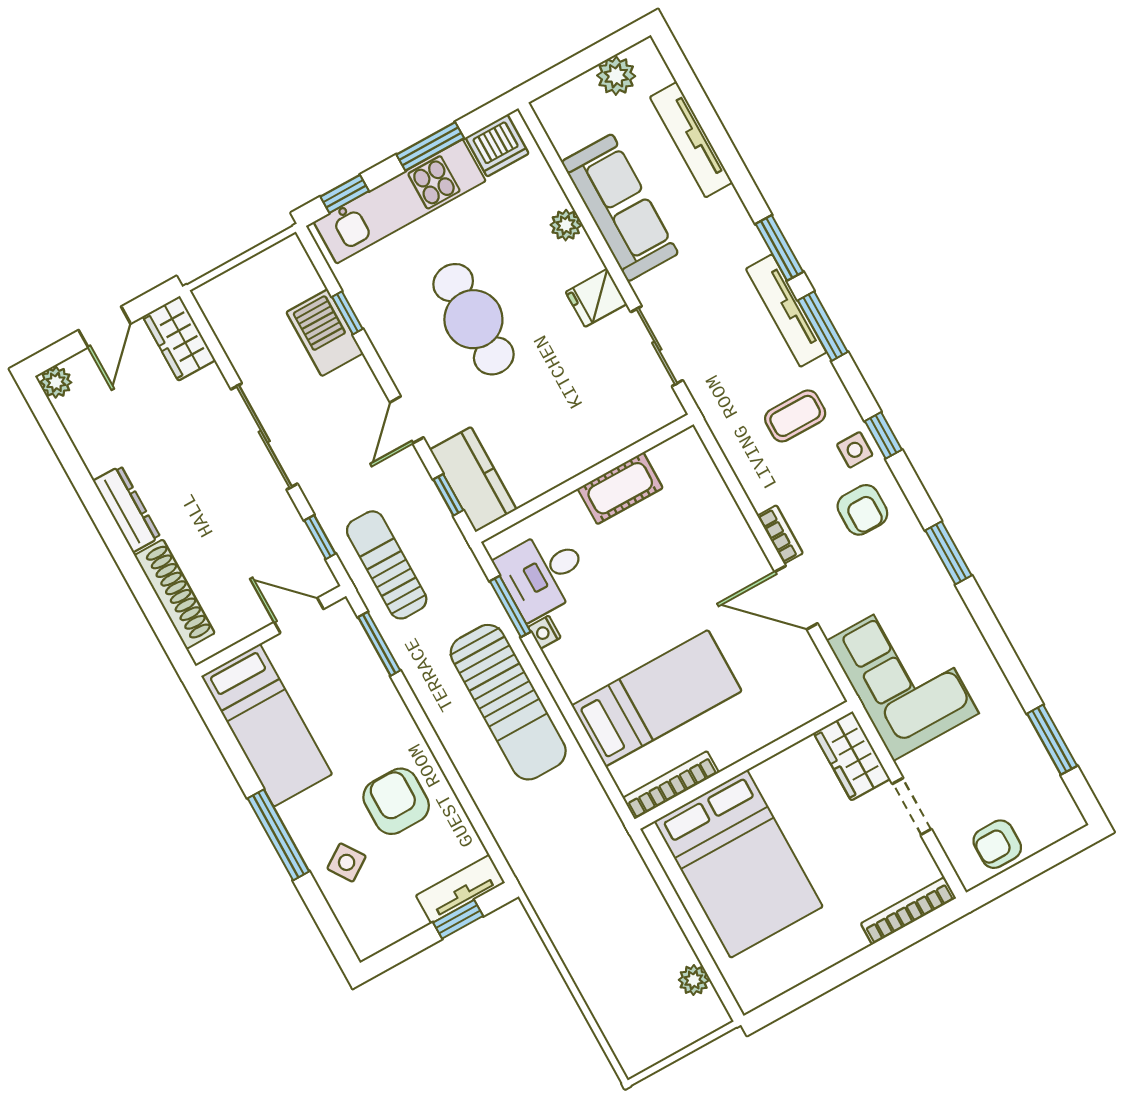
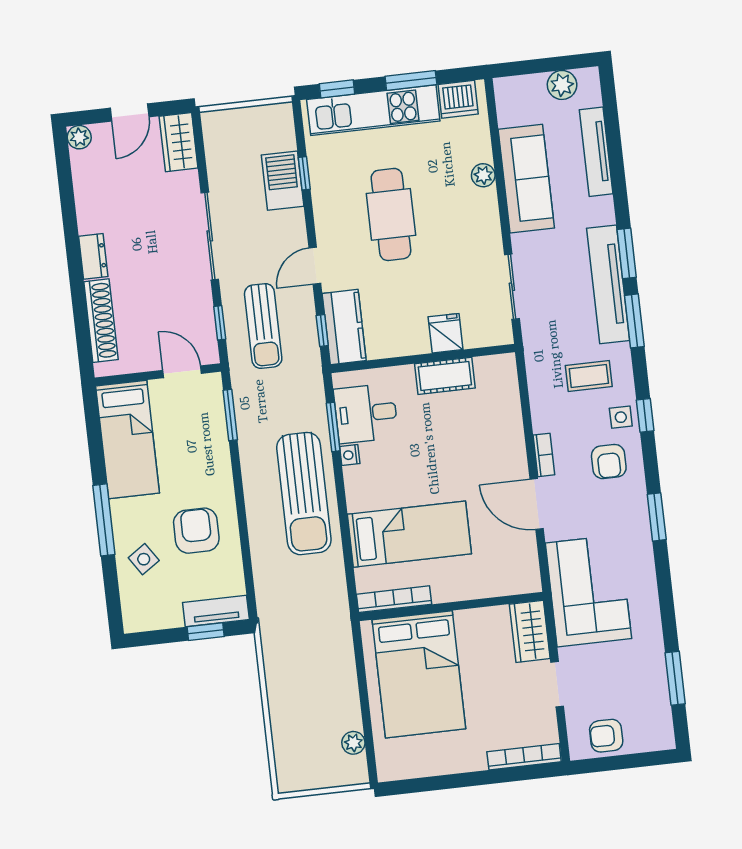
fridge: (596, 298) -> (446, 333), moved, turned 90
tv unit: (786, 311) -> (608, 284), width x1.36, depth x1.29
dresser: (127, 509) -> (93, 256), width x0.70
sun lounger: (387, 565) -> (263, 326), moved, turned 180

